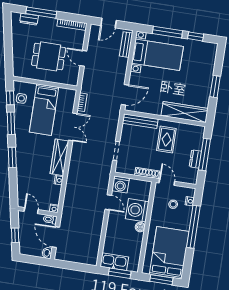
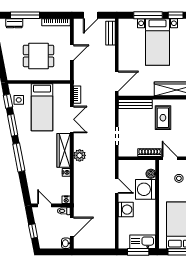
bed with nightstands: (157, 55) -> (157, 42), moved, turned 90
door: (83, 58) -> (72, 53), swing flipped
window: (12, 157) -> (19, 157), width x1.44
plant: (75, 165) -> (80, 155), added
washing machine: (121, 184) -> (126, 210), moved, turned -90
boiler: (140, 227) -> (151, 174), moved
door: (56, 237) -> (72, 227), swing flipped
kitchen sink: (114, 262) -> (143, 242), moved

